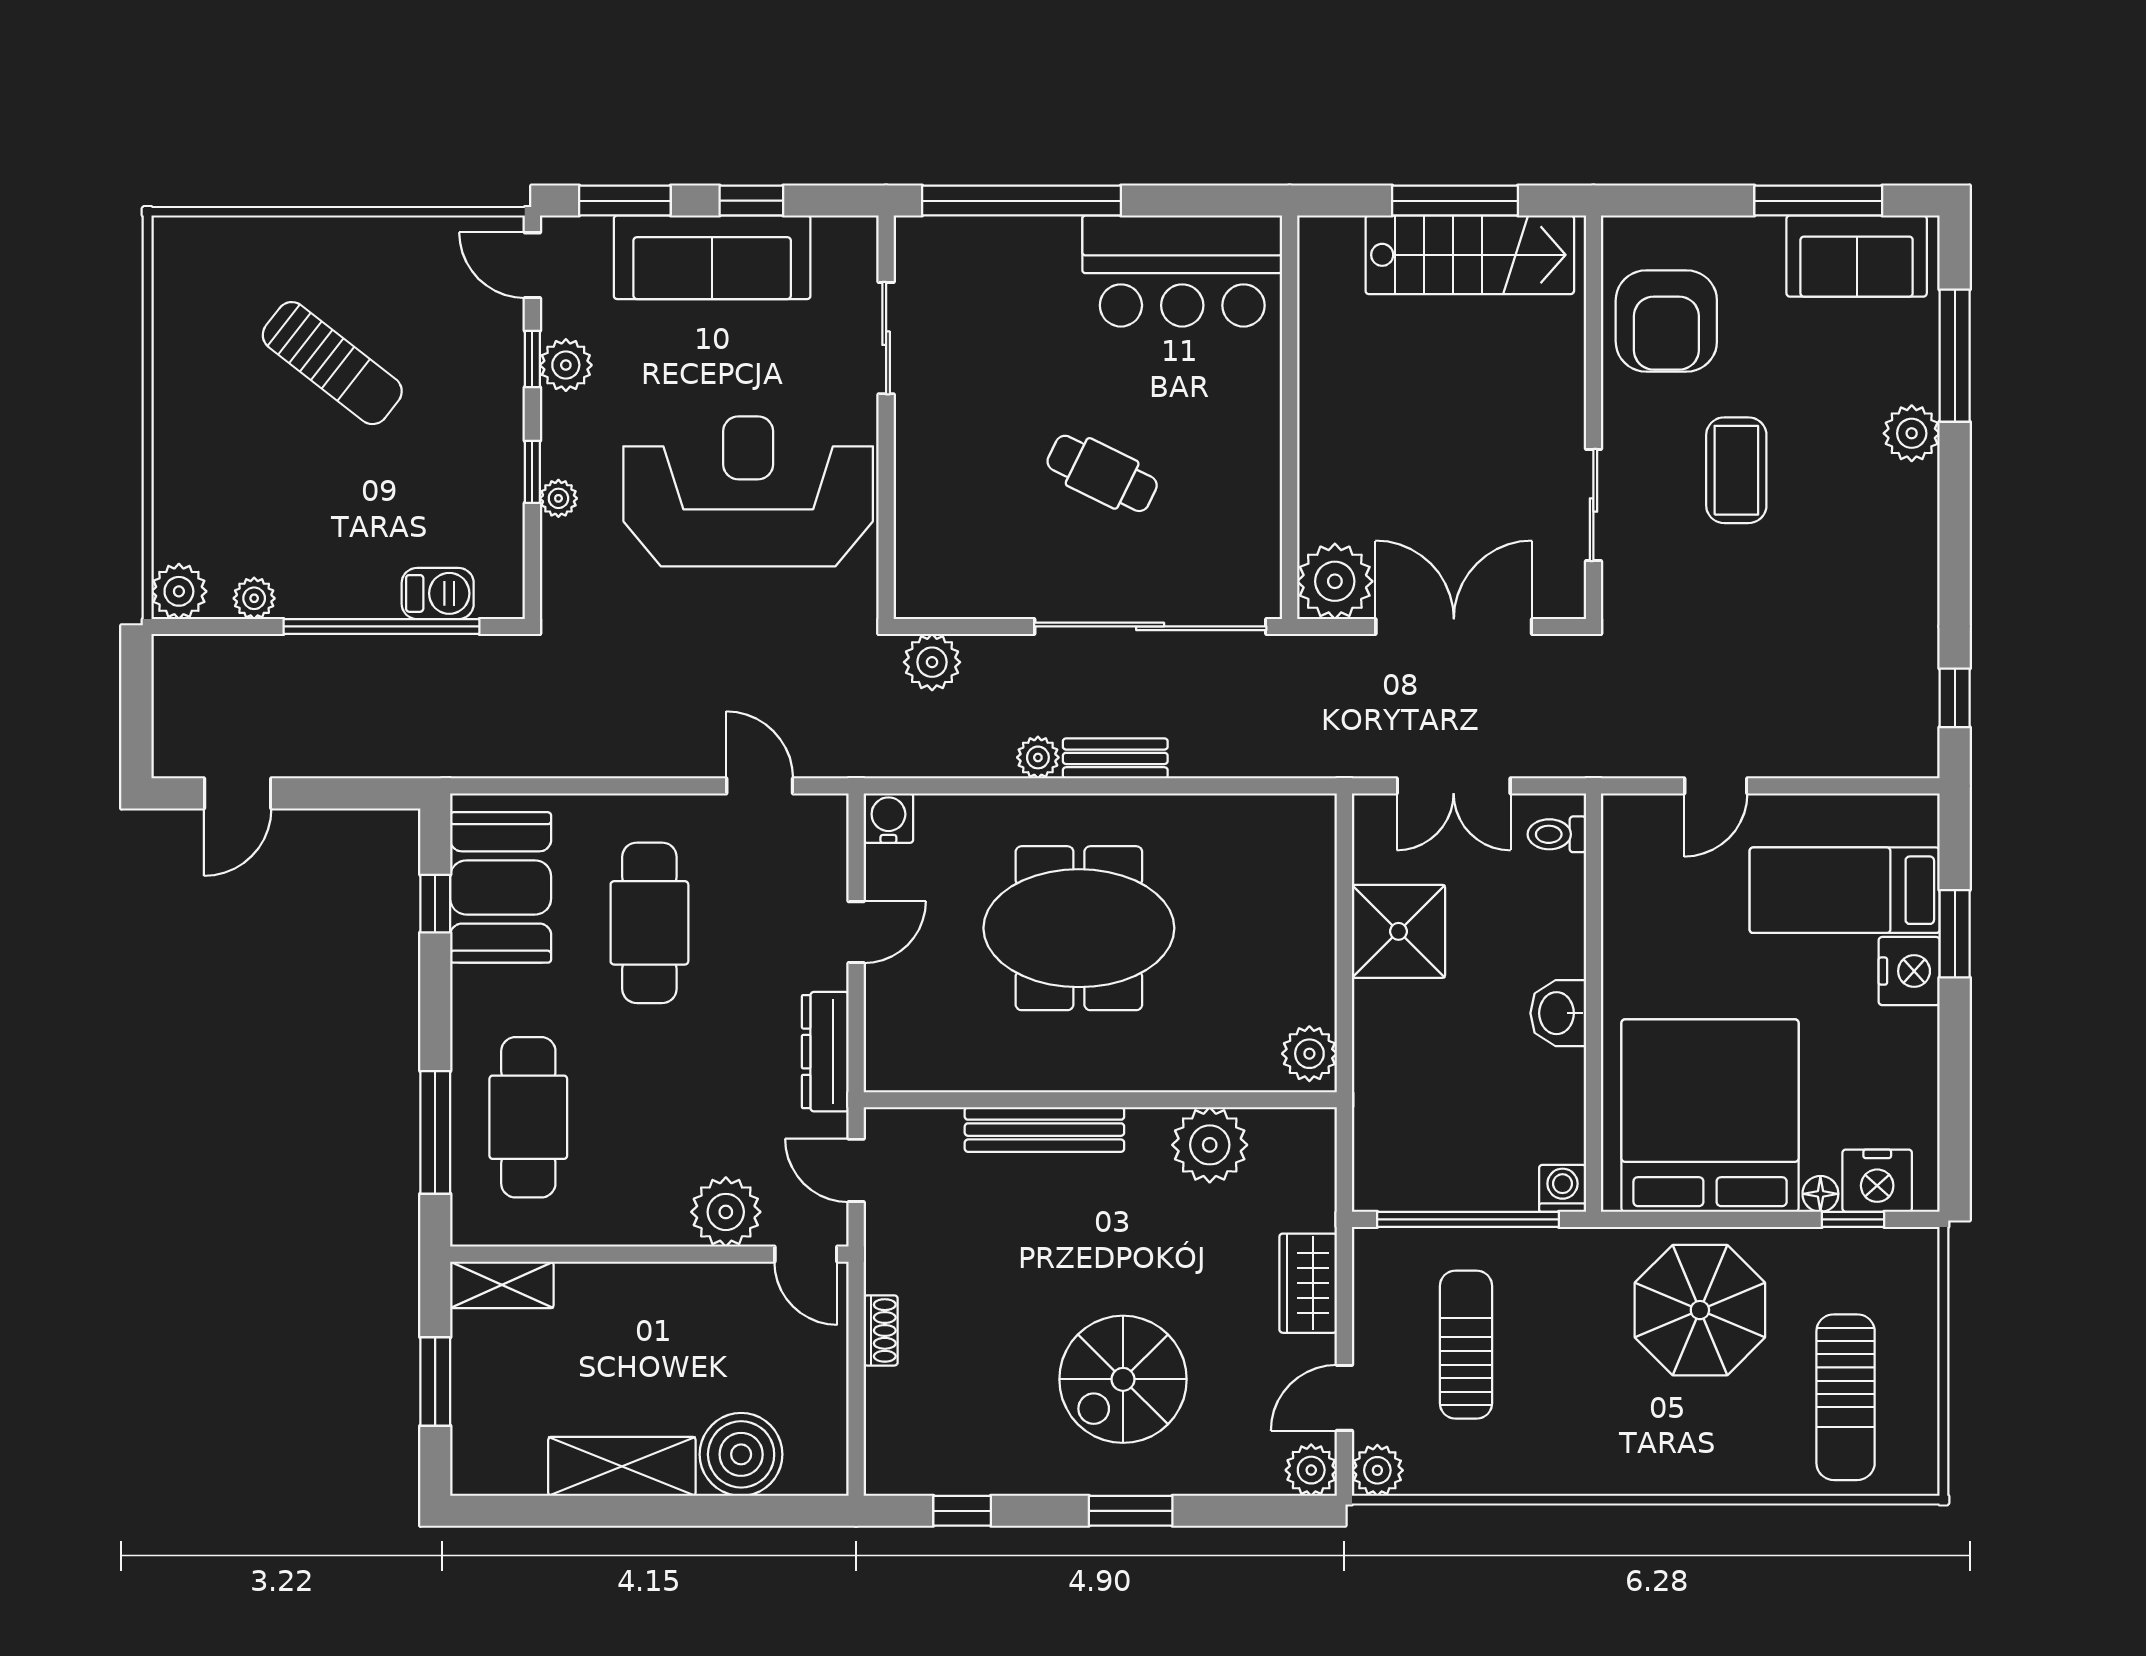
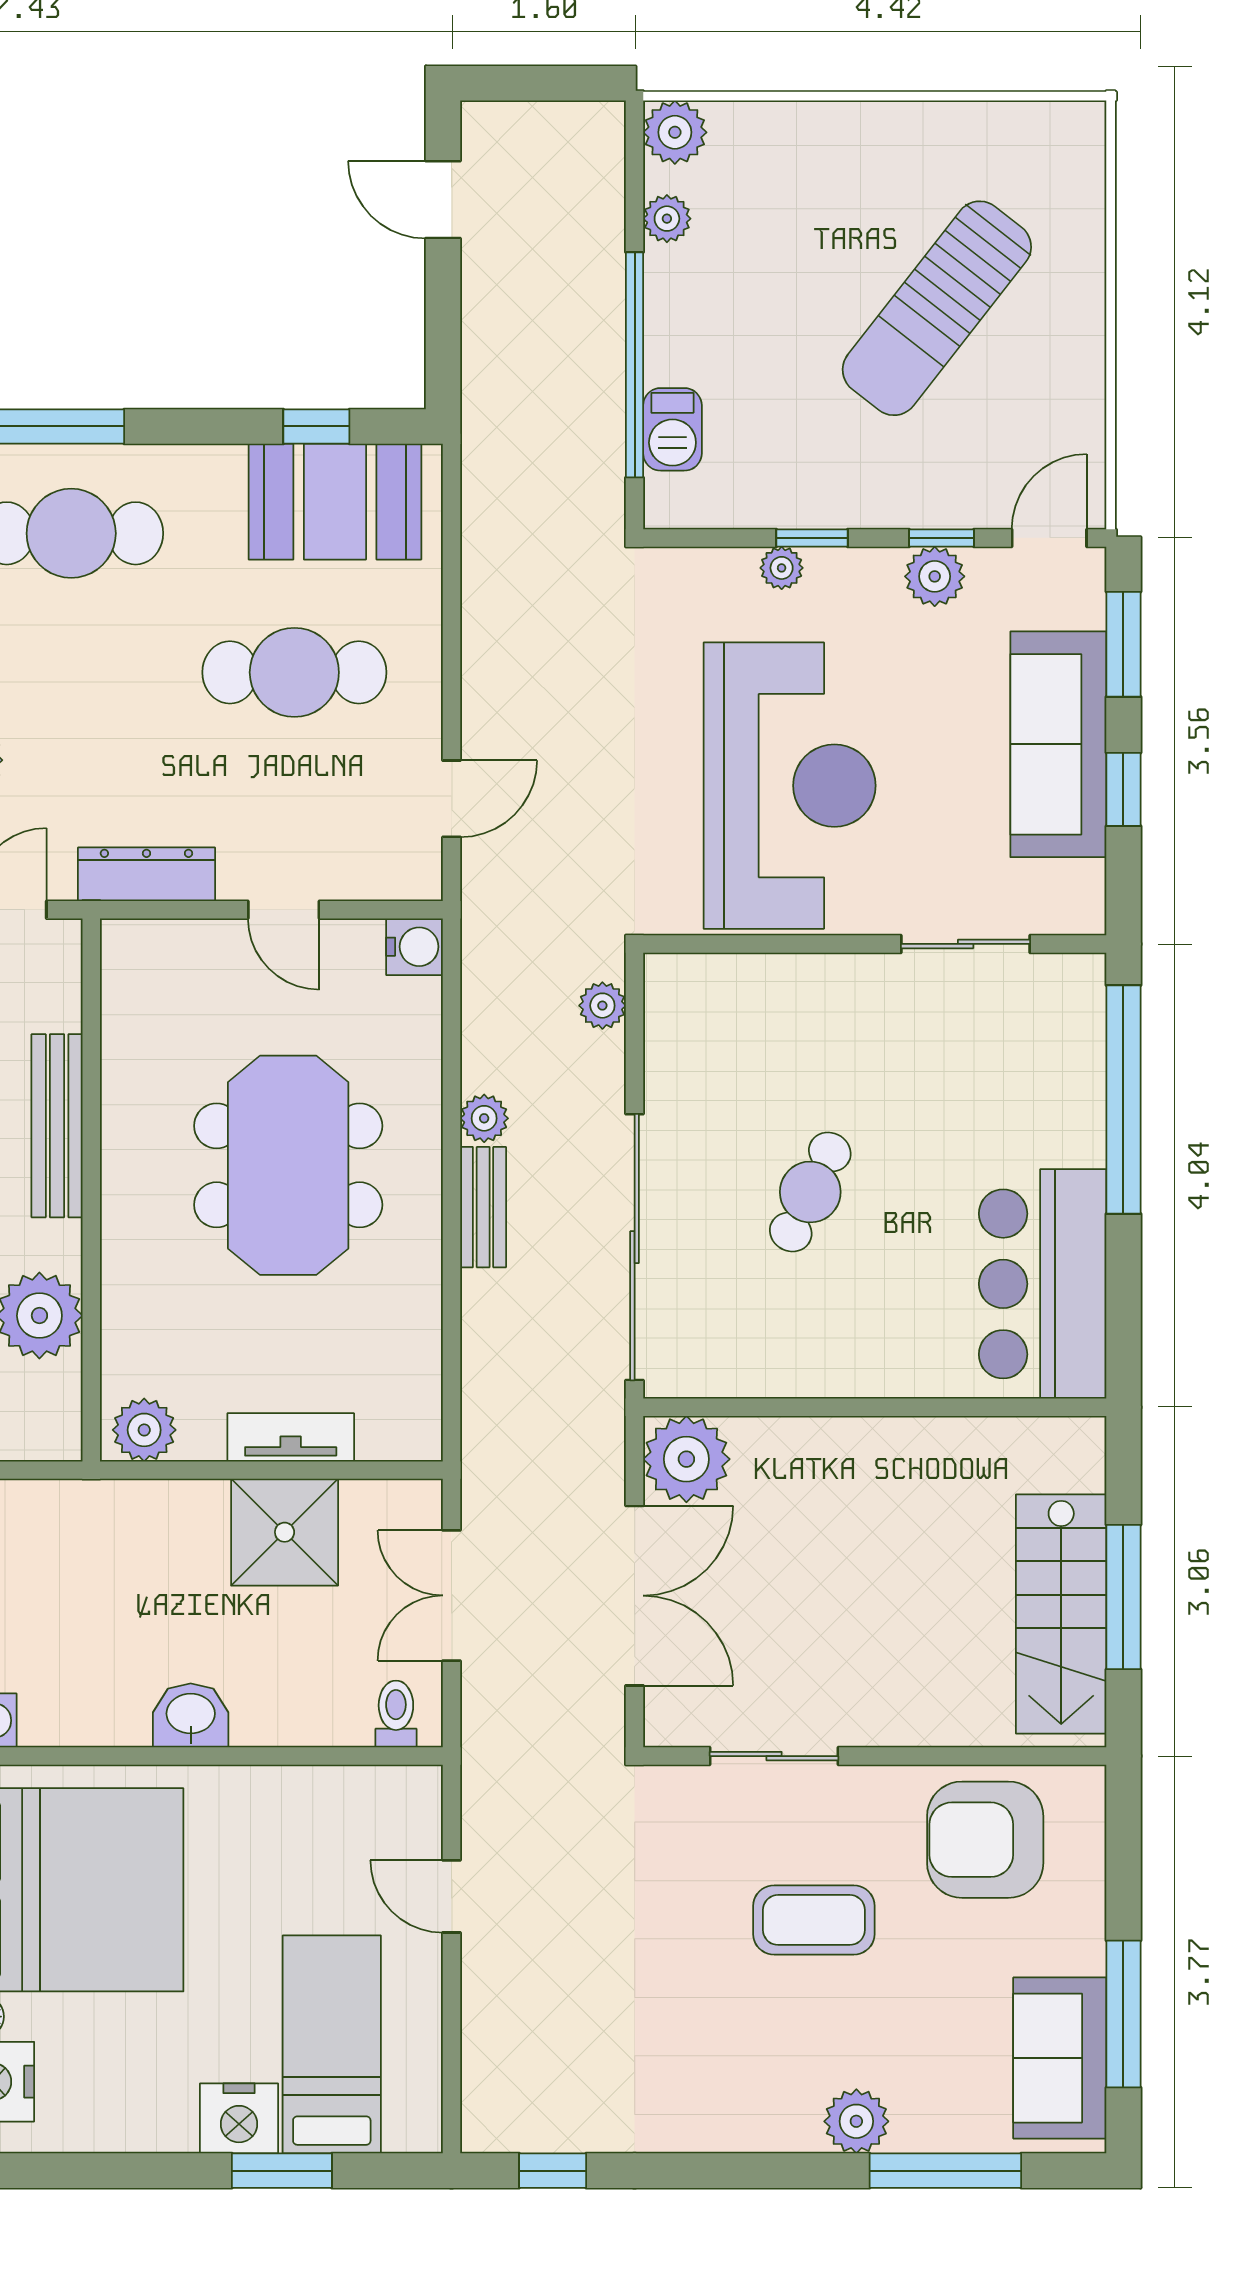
sun lounger: (332, 363) -> (937, 308), width x1.36, depth x1.34
plant: (932, 662) -> (602, 1006), width x0.73, depth x0.73
tv unit: (1316, 926) -> (291, 1437), added

